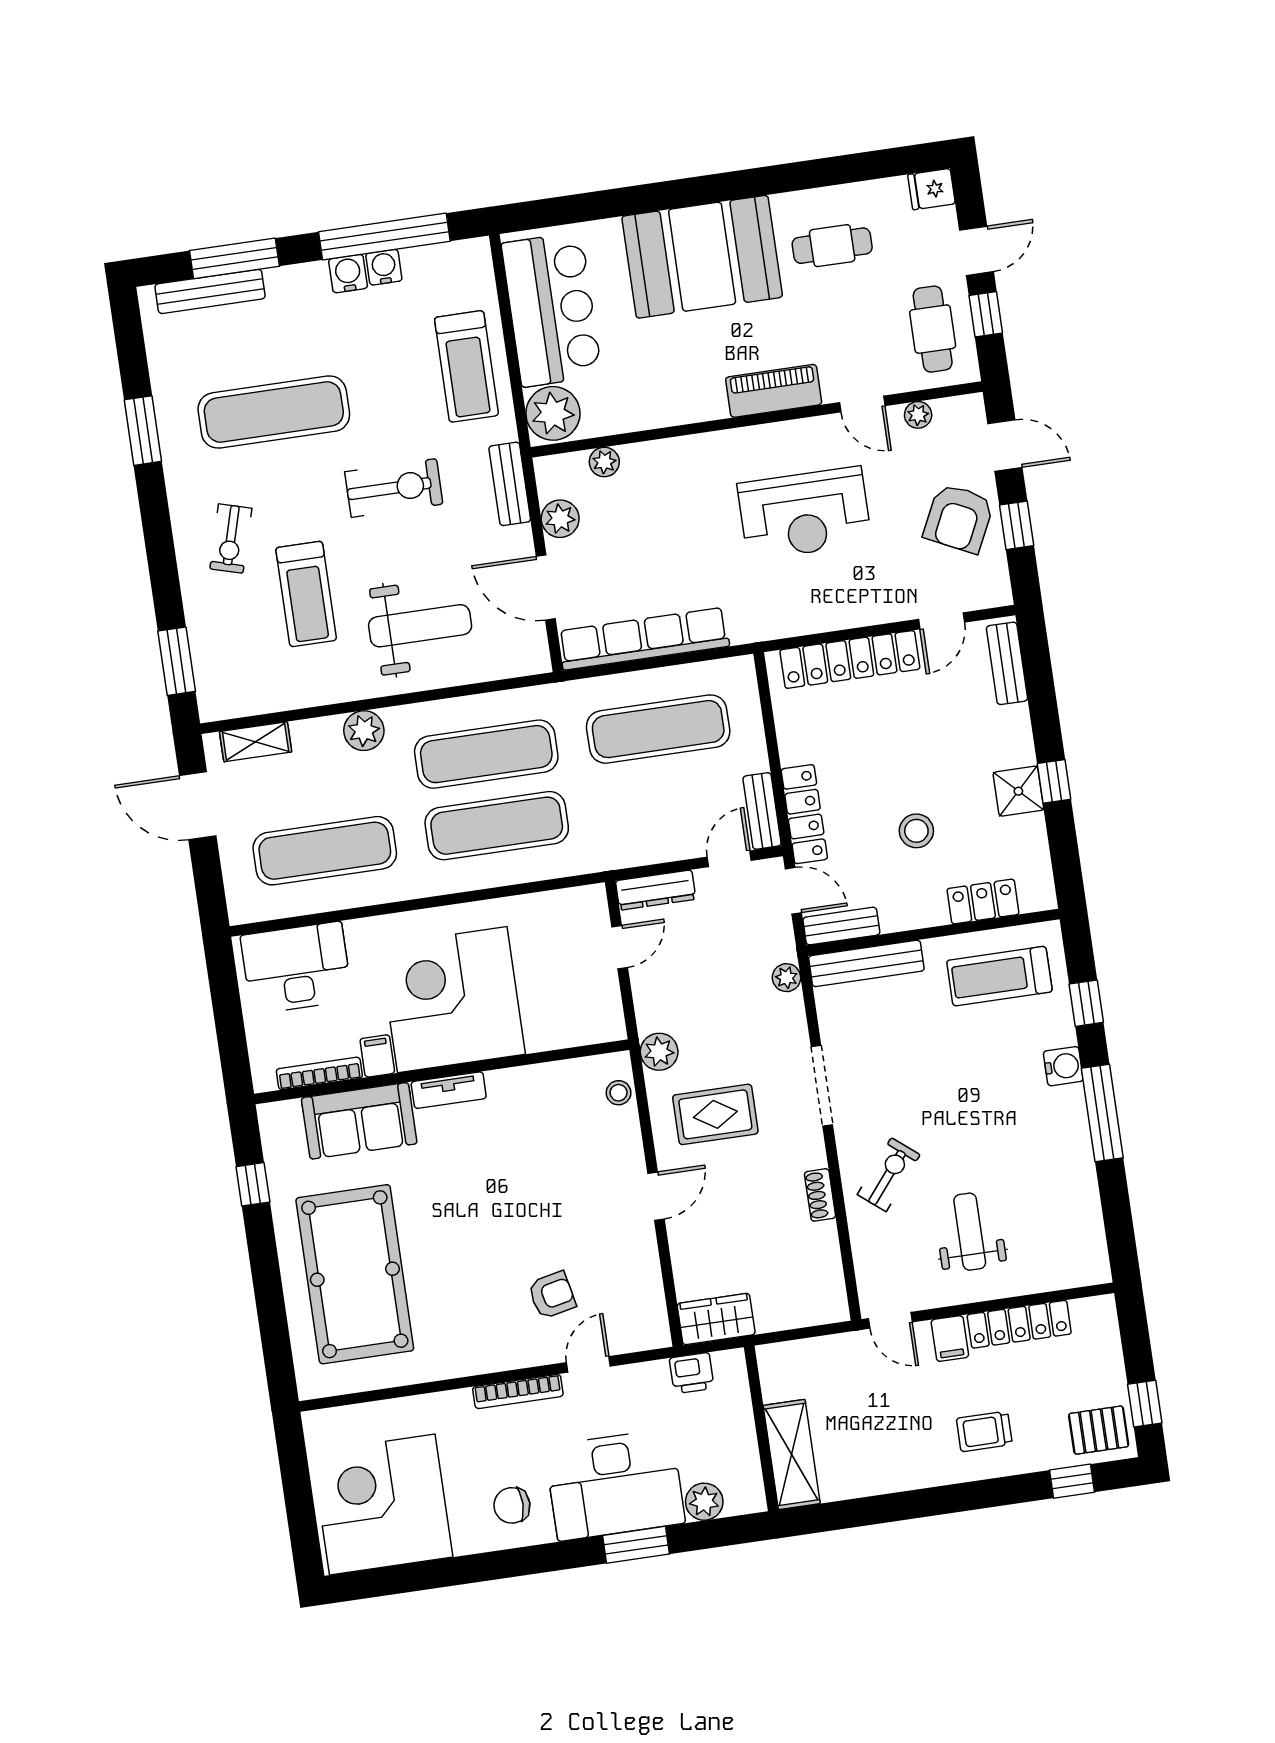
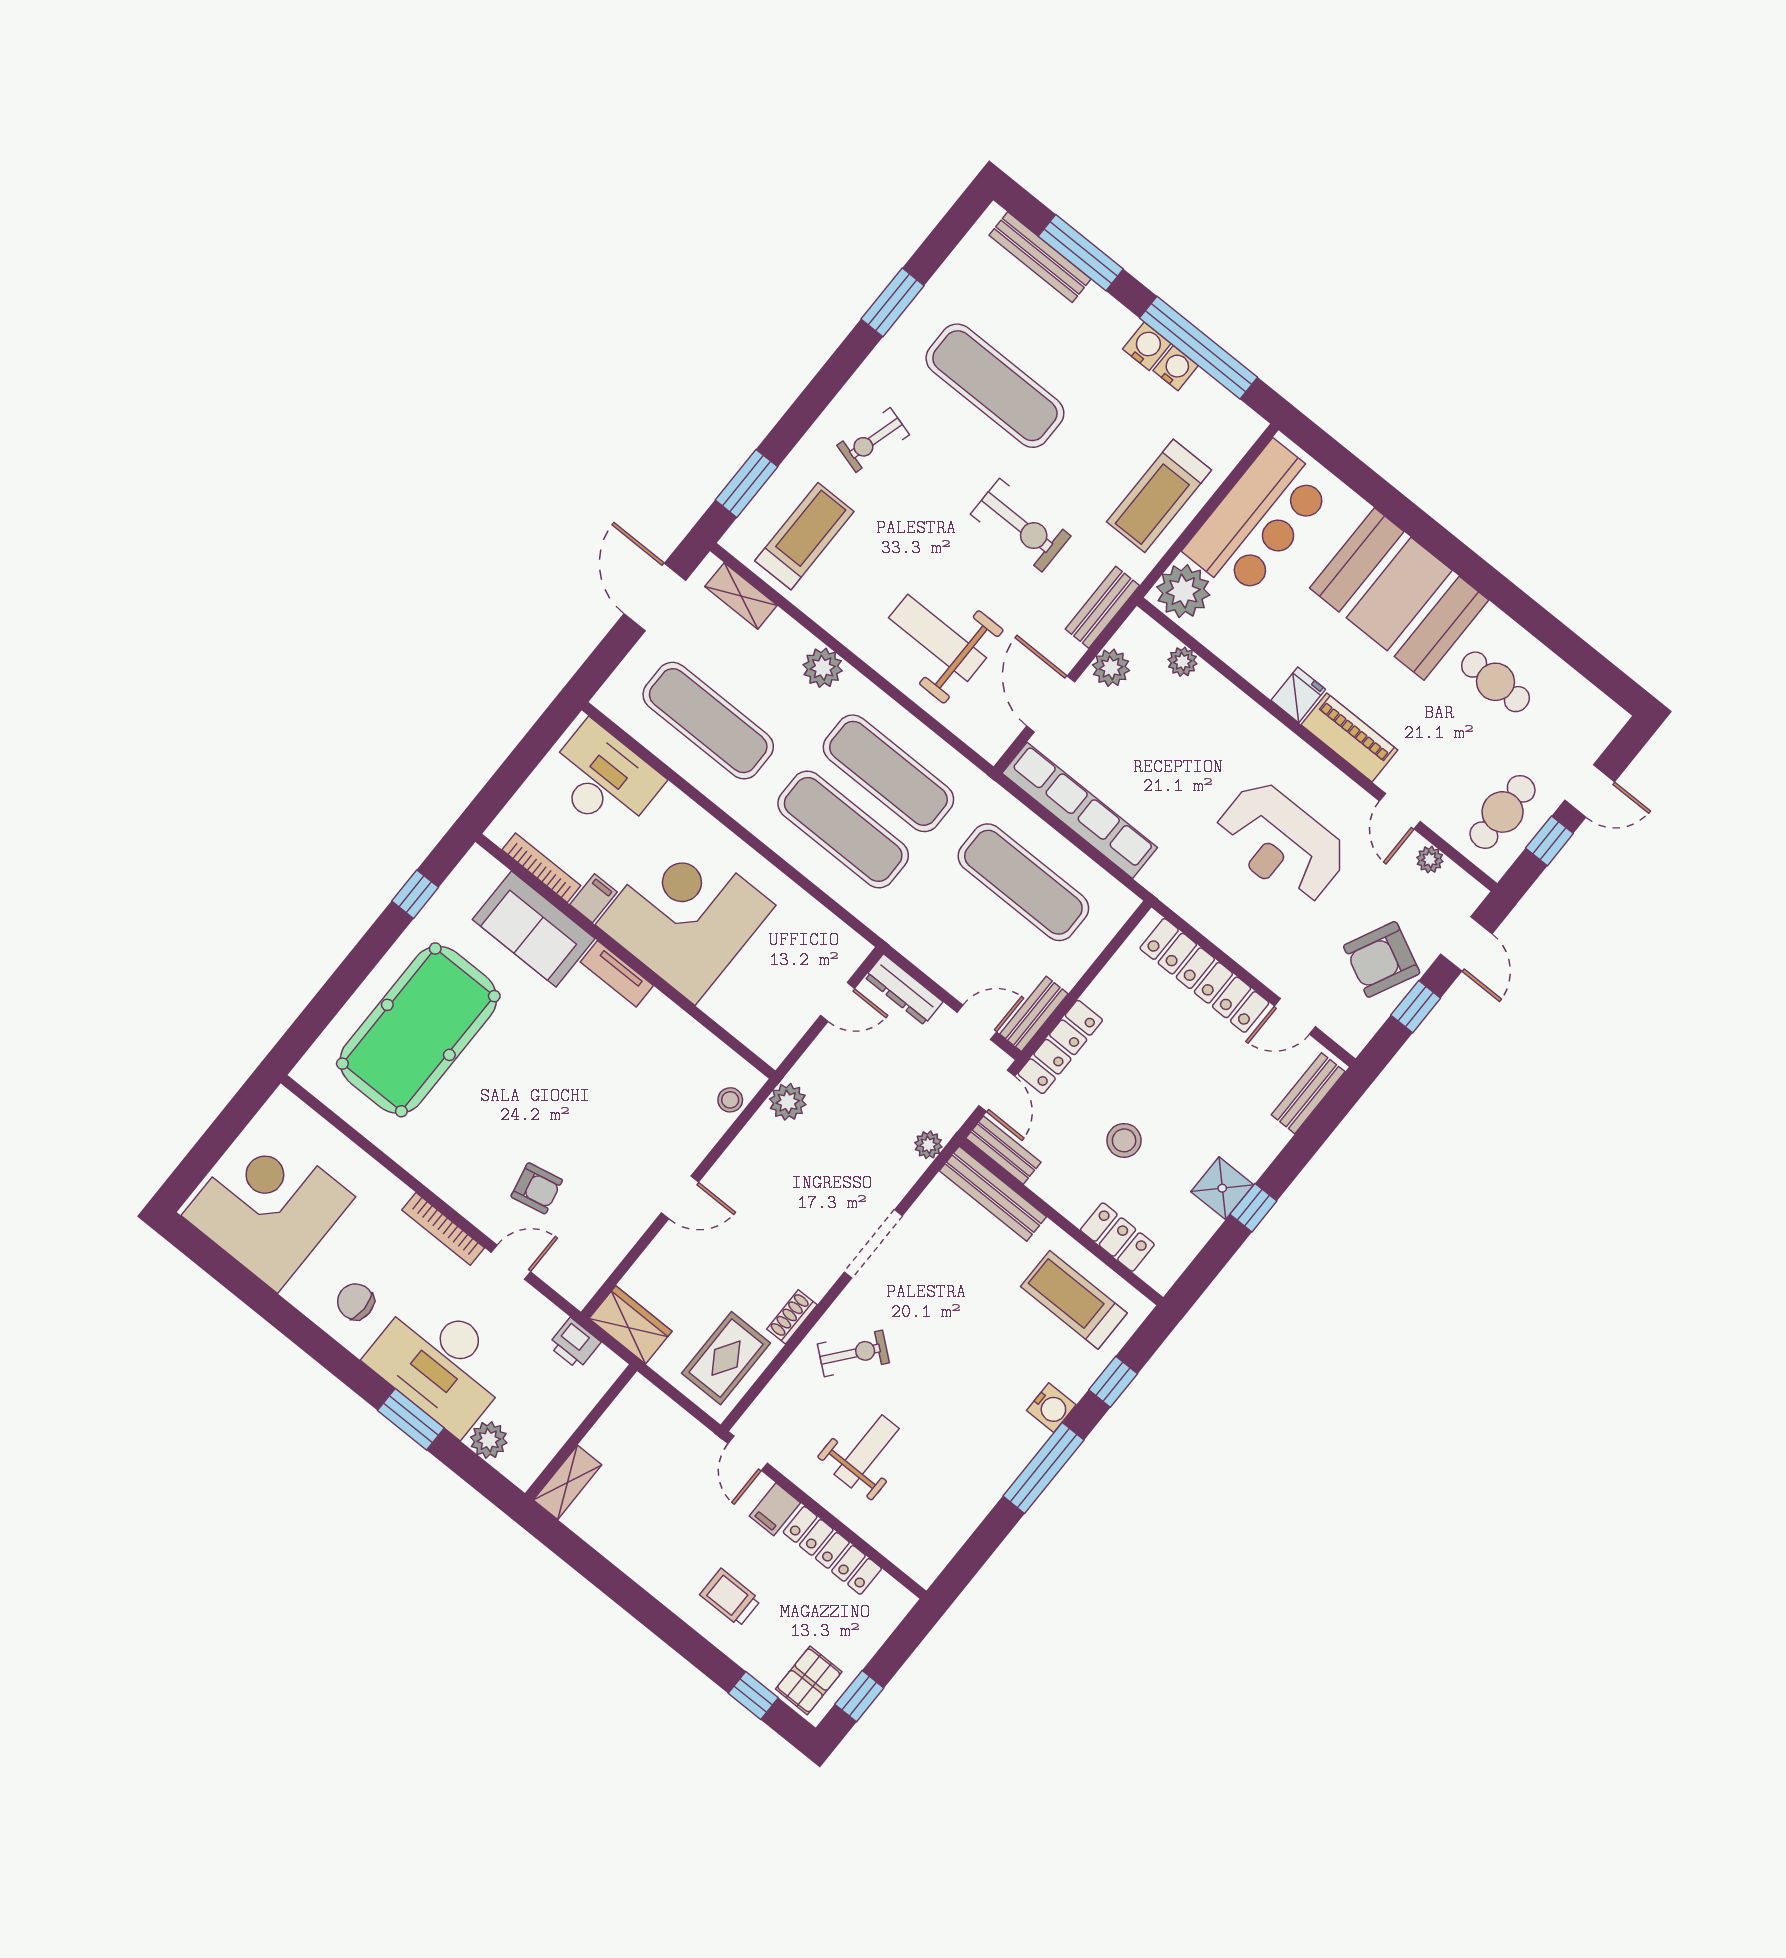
fridge: (932, 189) -> (1298, 695), moved, turned 90
treadmill: (306, 594) -> (804, 536), moved, turned 180
weight bench: (420, 626) -> (938, 638), turned 180
rug: (715, 1114) -> (726, 1358), moved, turned 90
pallet: (1099, 1430) -> (809, 1680), turned 90
shelving: (792, 1454) -> (568, 1482), width x0.67, depth x0.75

